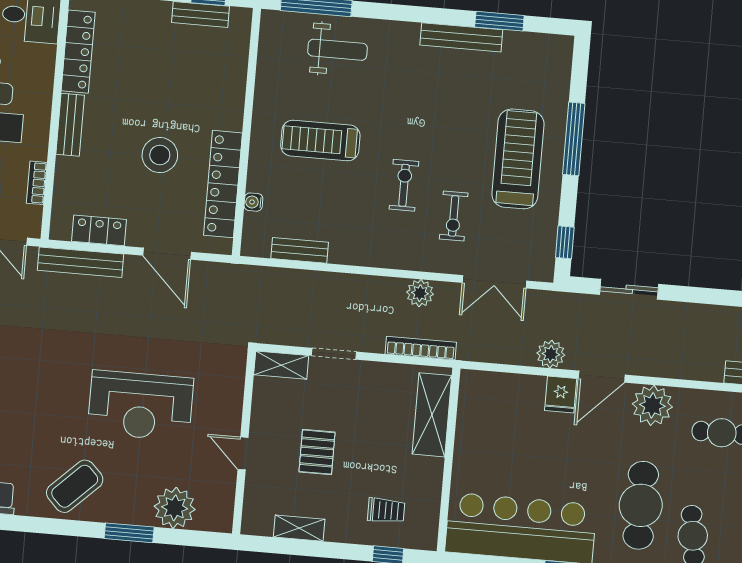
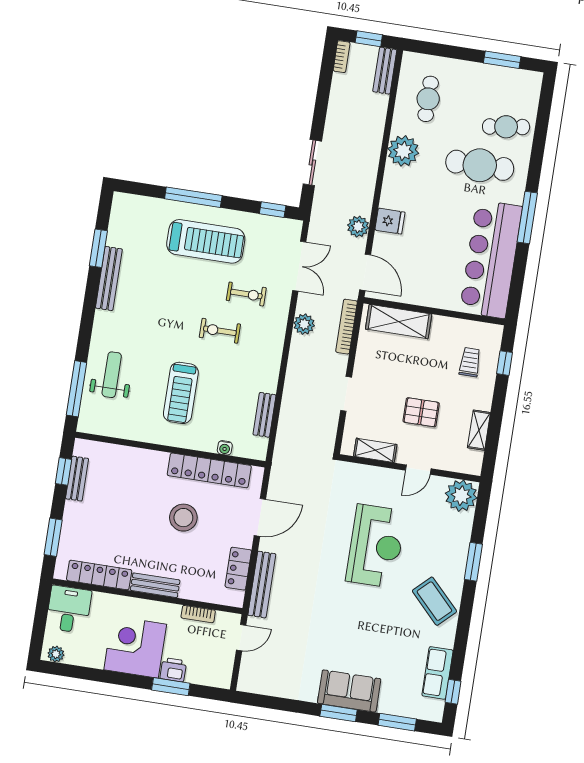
treadmill: (518, 159) -> (206, 241), turned 180
shelving: (281, 365) -> (375, 450), moved, turned 90
door: (602, 377) -> (365, 272), moved
plant: (175, 508) -> (461, 496), moved

